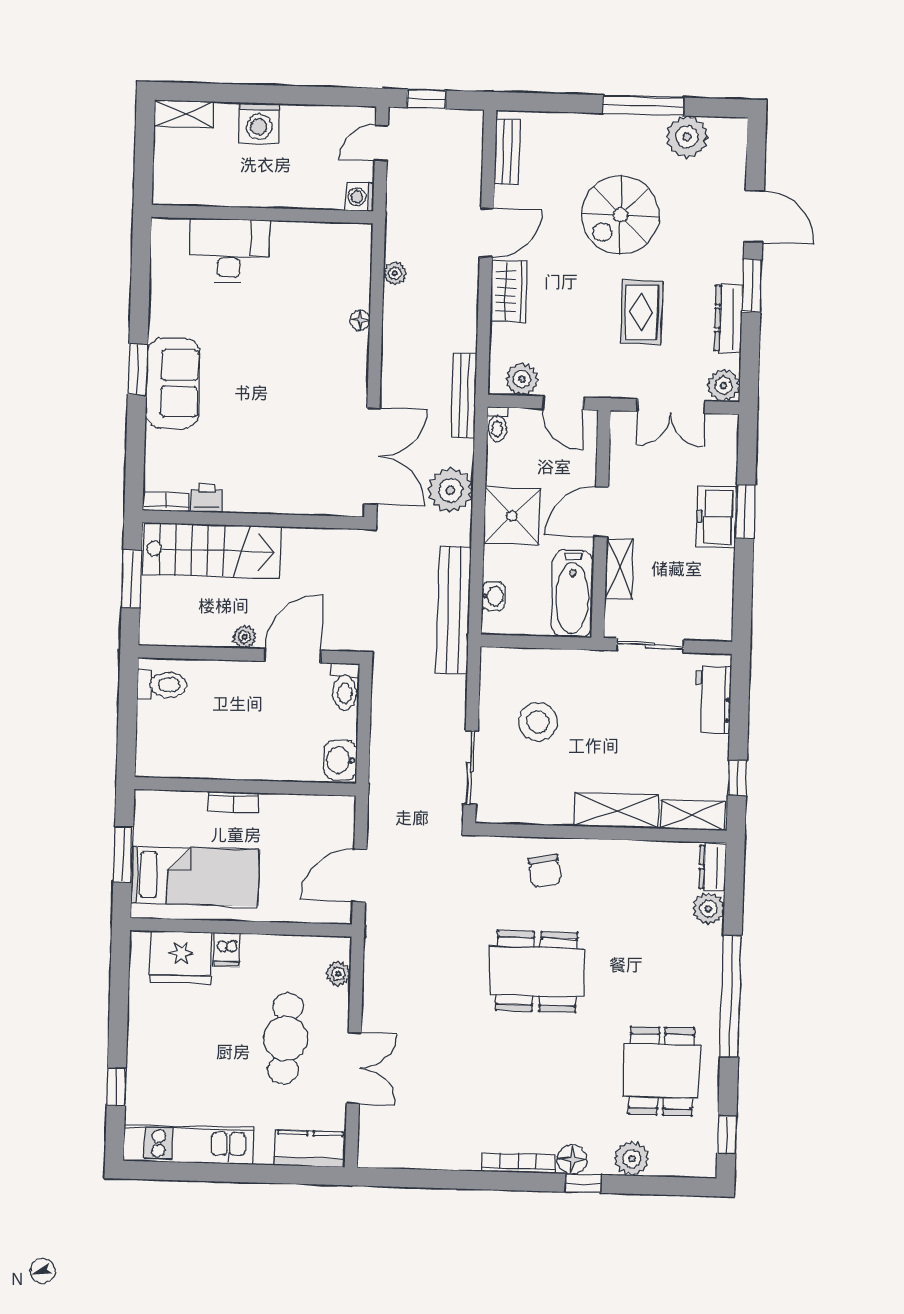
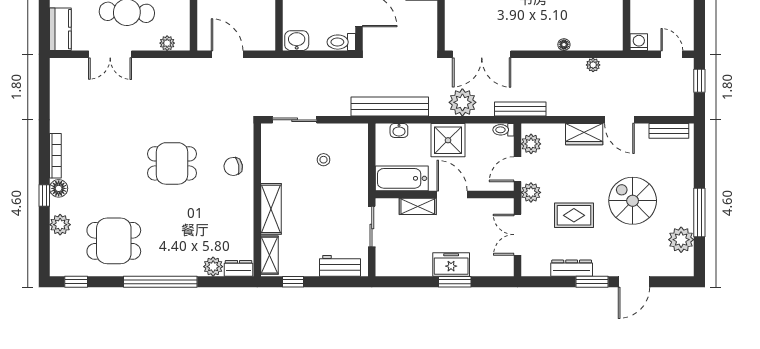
plant: (724, 385) -> (531, 192), moved
stool: (538, 722) -> (324, 160), width x0.53, depth x0.53
dining table: (537, 971) -> (172, 163), width x0.73

